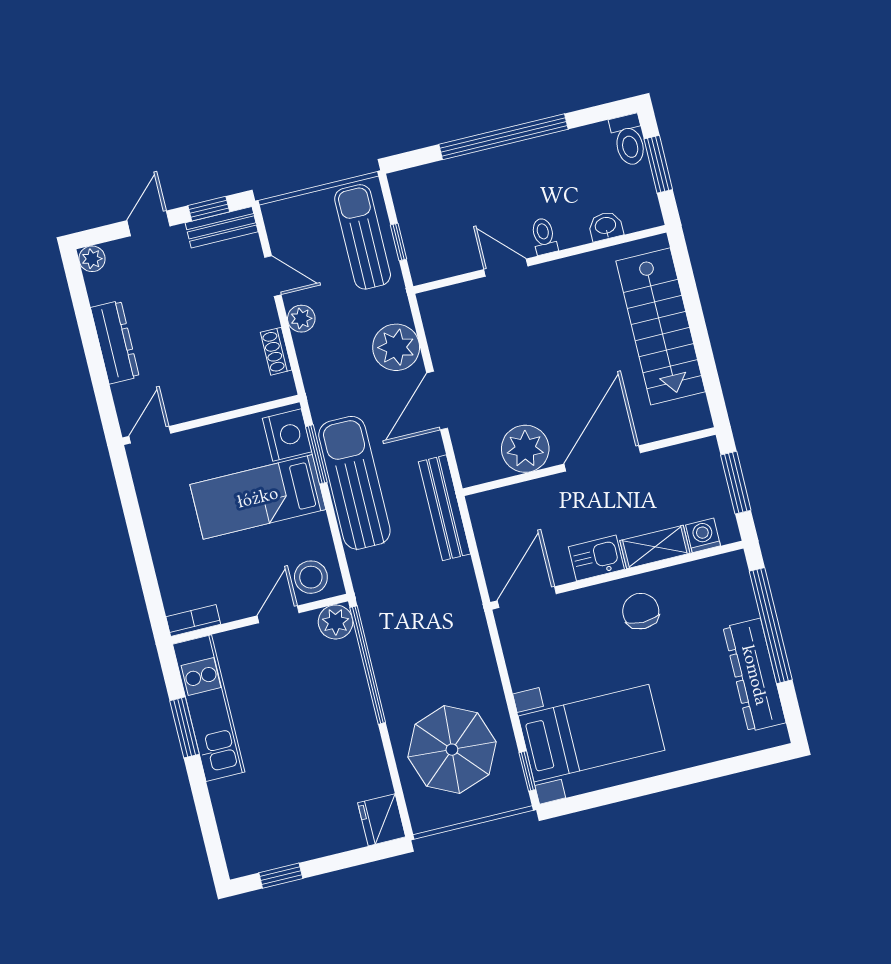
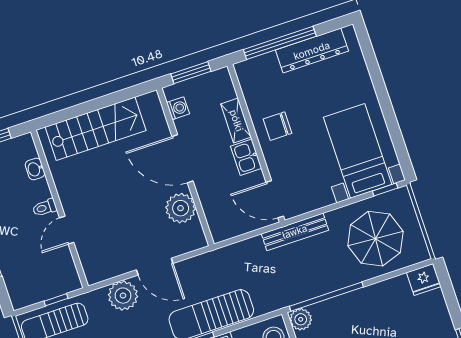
bench: (445, 508) -> (295, 232), moved
washing machine: (703, 535) -> (178, 108), moved, turned 180

